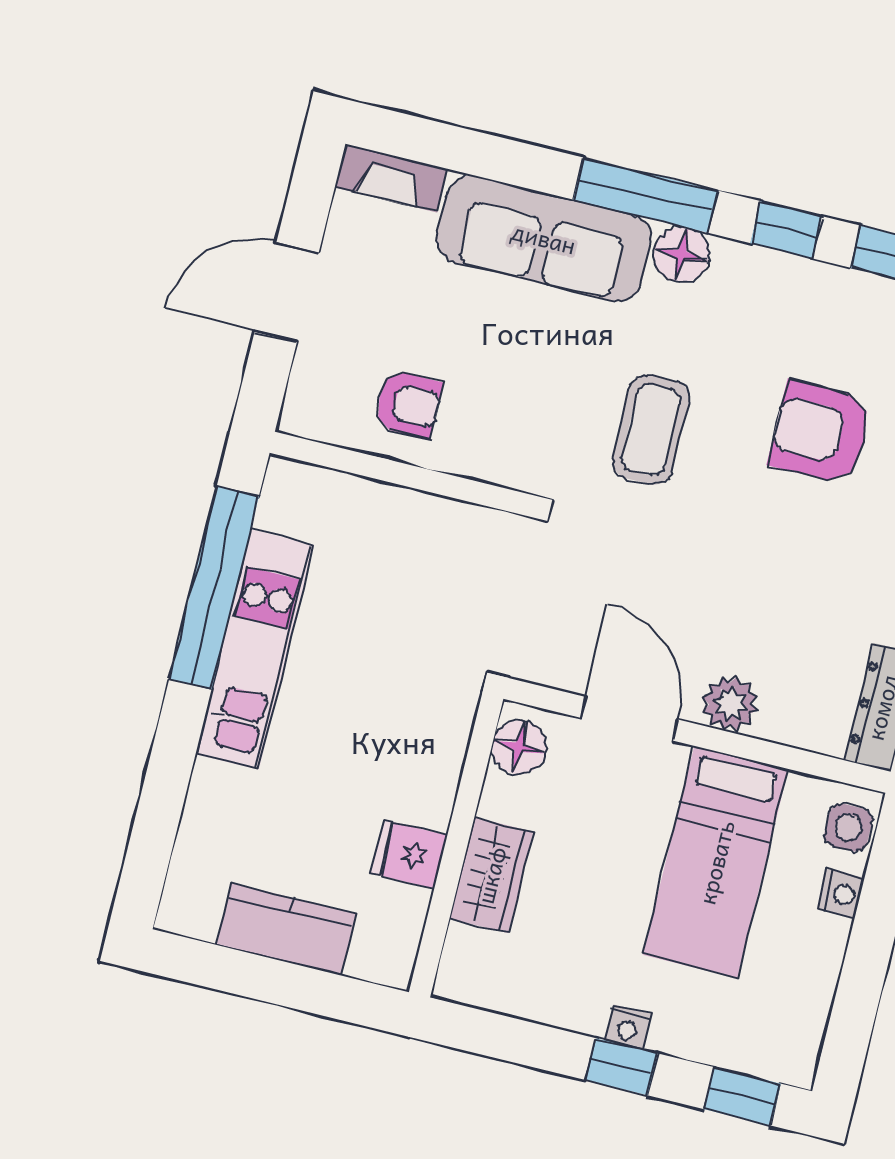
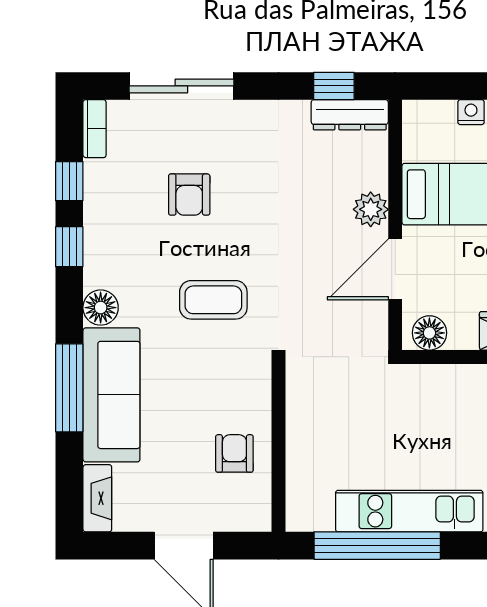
window: (646, 195) -> (69, 388), moved
armchair: (821, 432) -> (189, 195), width x0.72, depth x0.72
side table: (848, 828) -> (429, 117), removed

